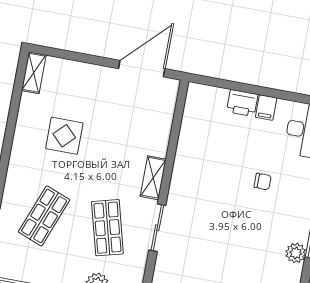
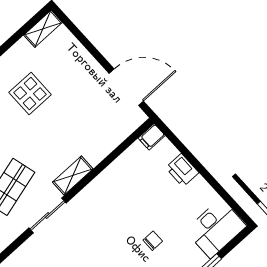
filing cabinet: (266, 108) -> (152, 137), moved
chair: (263, 182) -> (153, 241), turned -90

